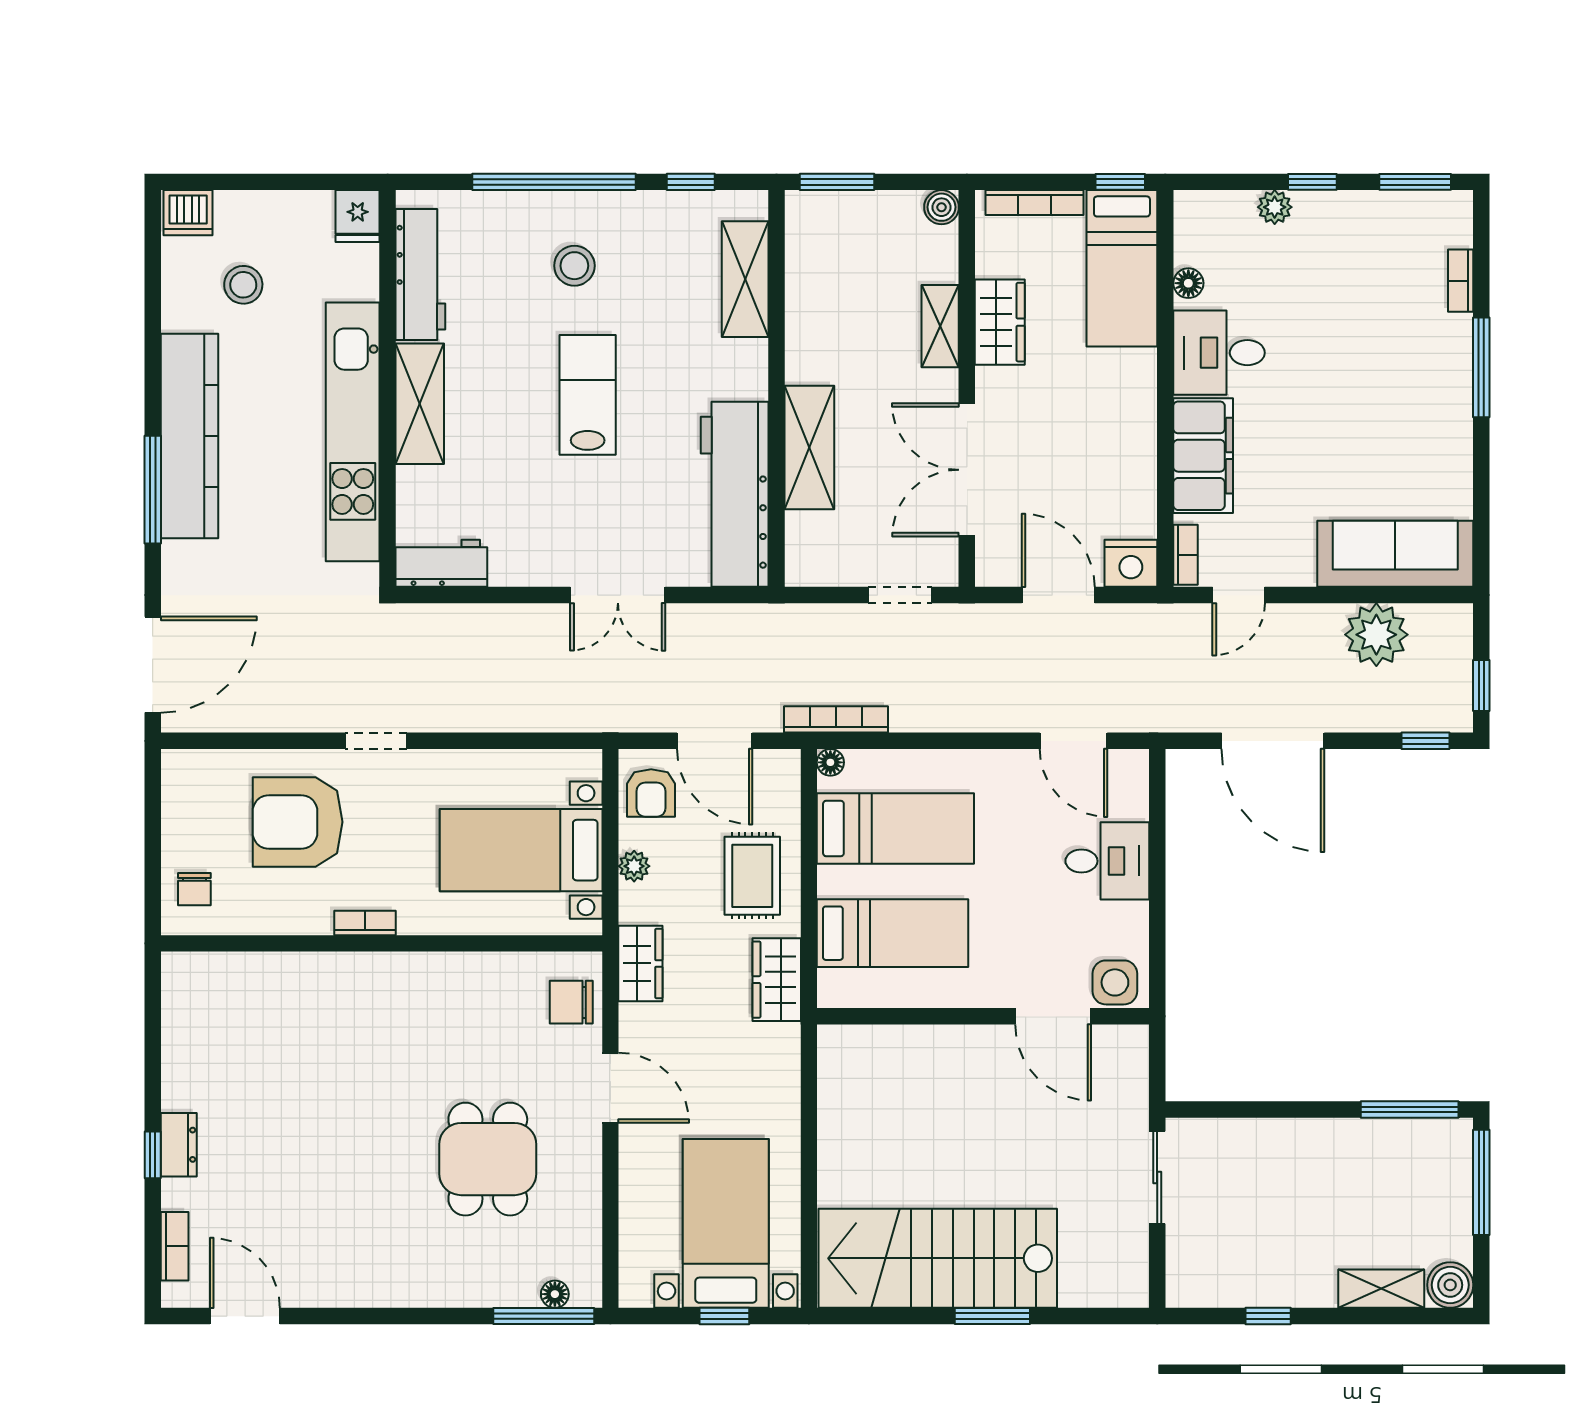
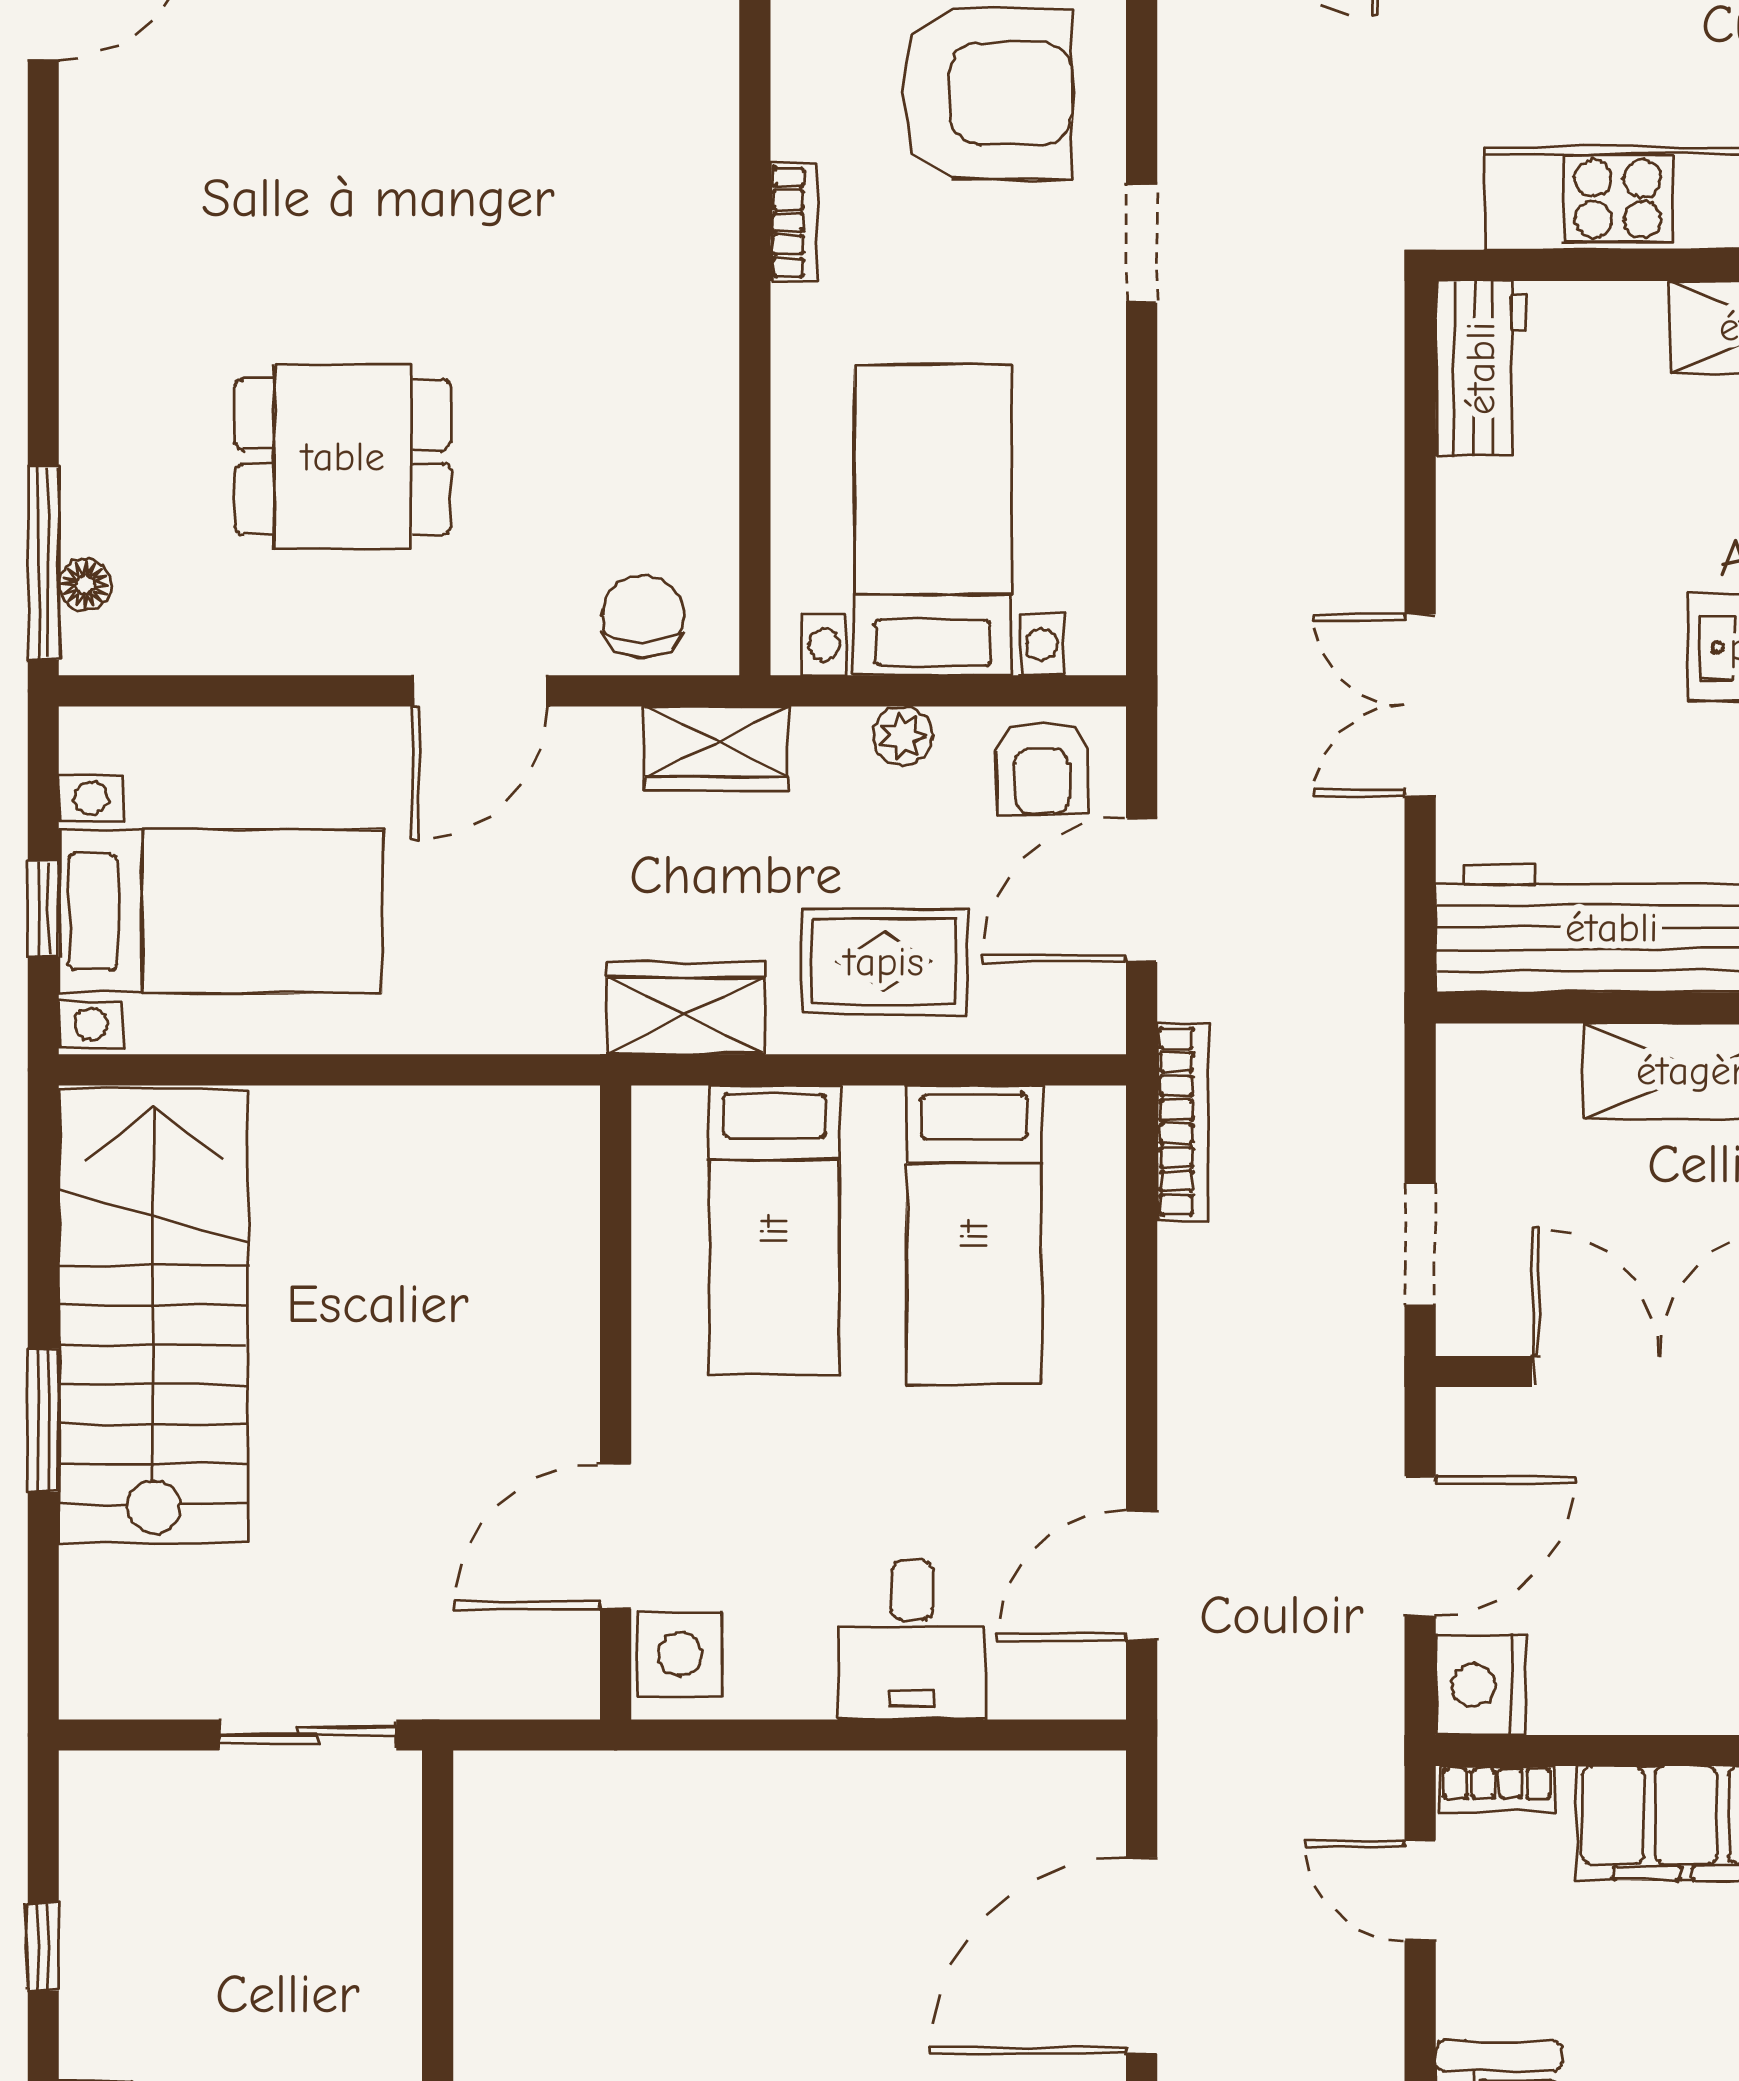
floor lamp: (830, 762) -> (1100, 1111), removed
armchair: (651, 793) -> (1042, 768), turned -90
armchair: (298, 822) -> (987, 93), turned 90

